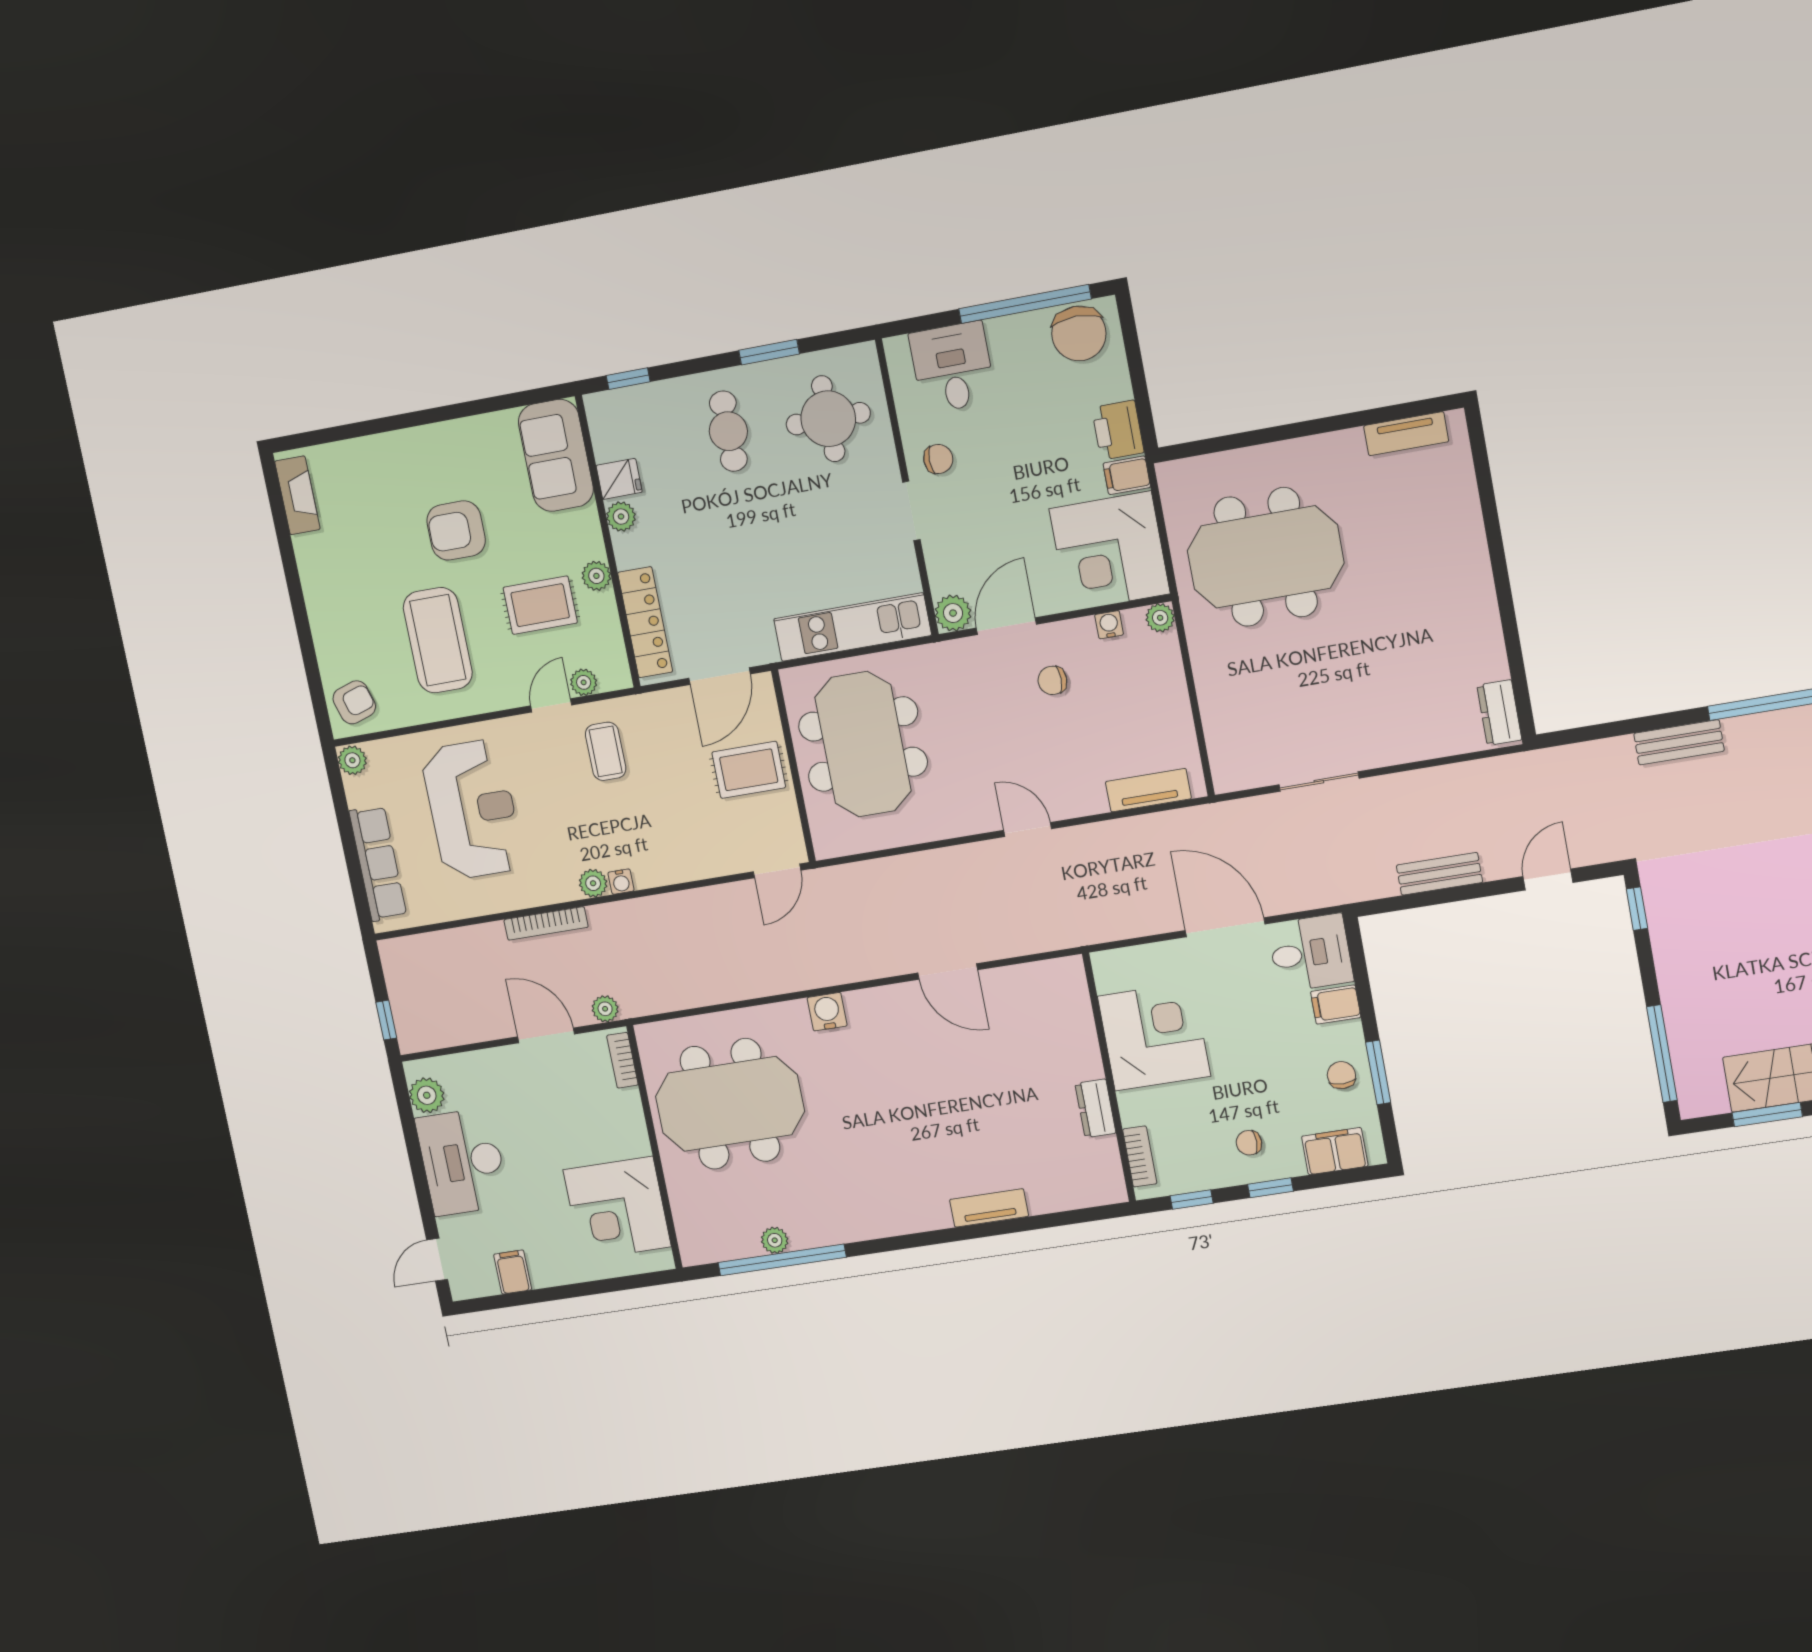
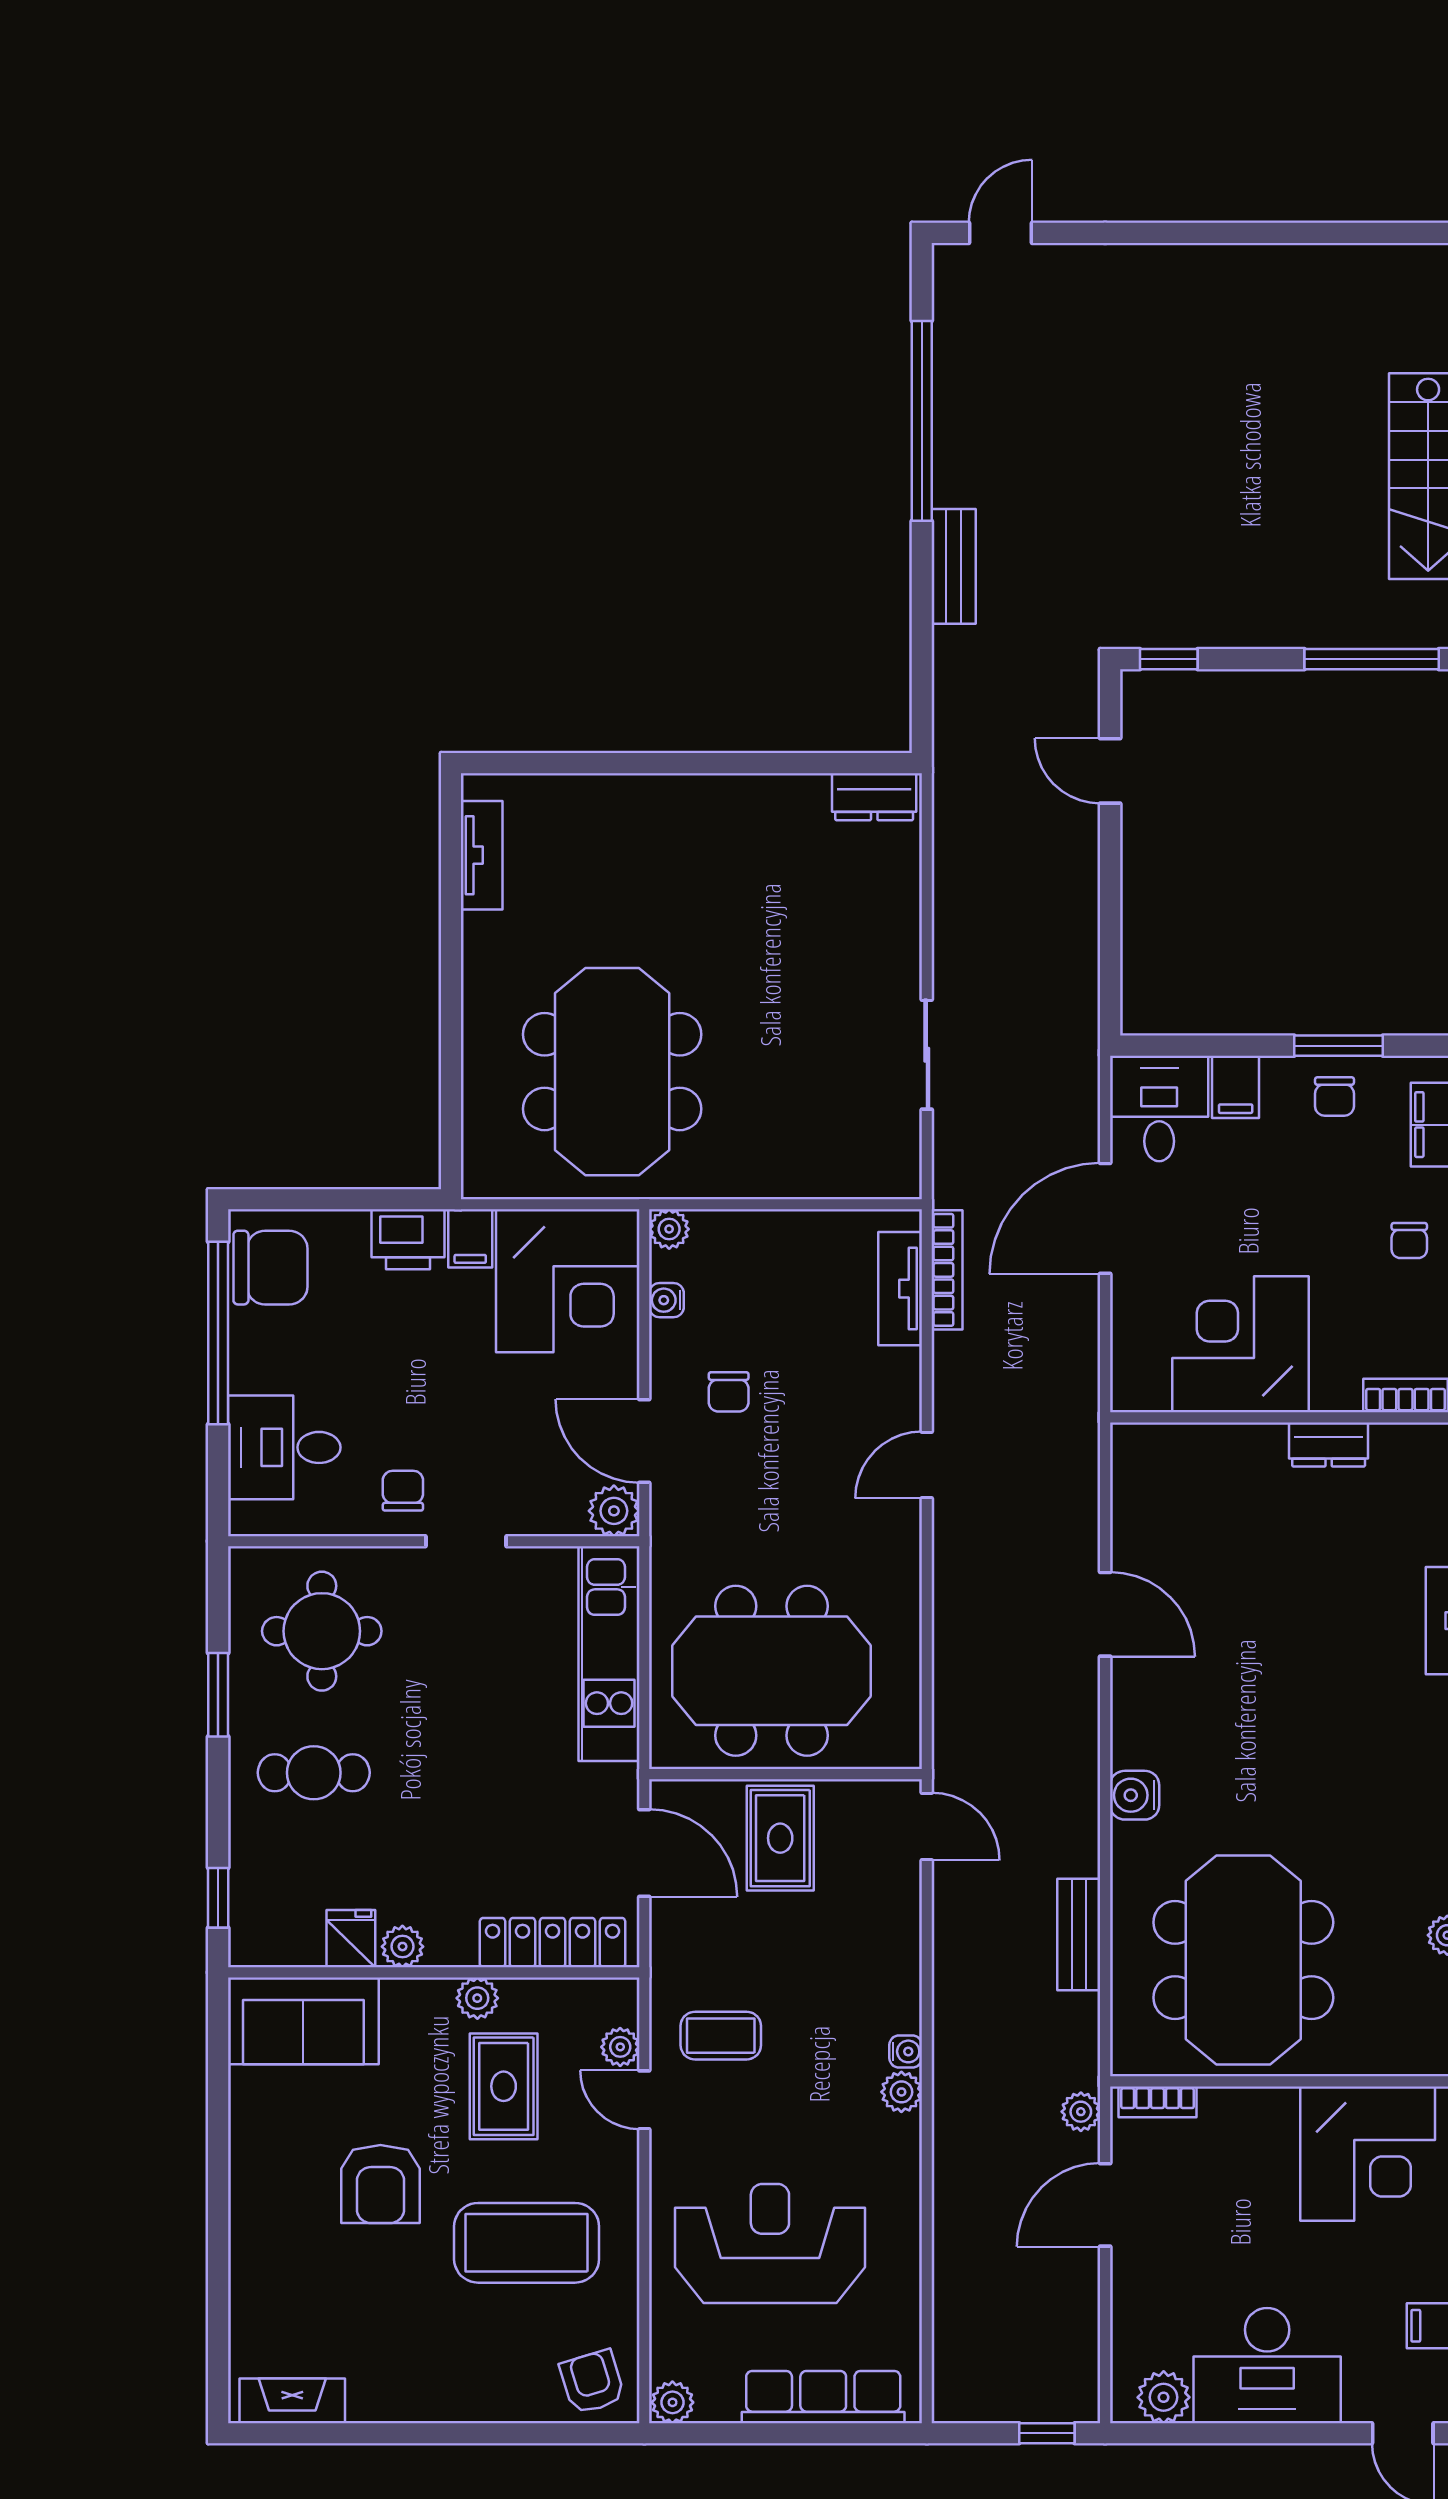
bench: (1439, 874) -> (1079, 1934), moved
bookcase: (546, 923) -> (947, 1270), moved
door: (948, 971) -> (1105, 1614), hinge flipped
chair: (1341, 1075) -> (1334, 1096), turned -90

